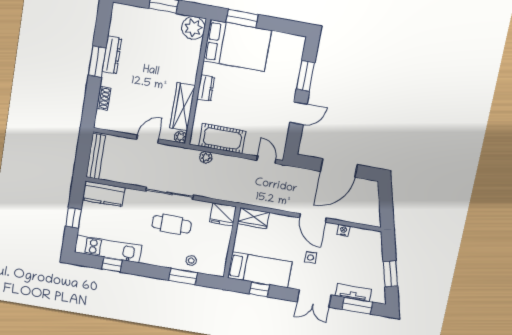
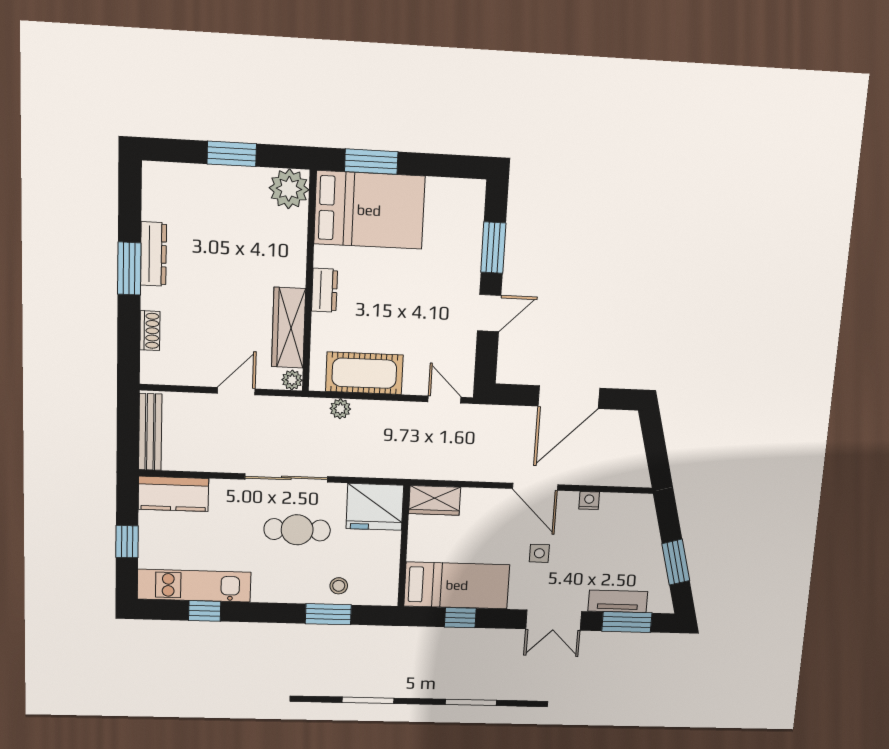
fridge: (223, 214) -> (375, 507), width x1.36, depth x1.34

